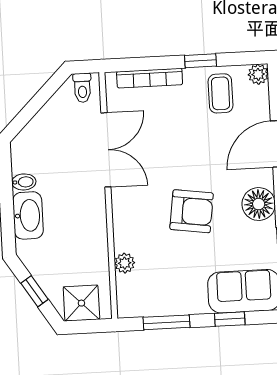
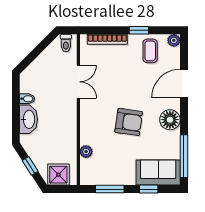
double door: (106, 150) -> (78, 82), width x0.73

